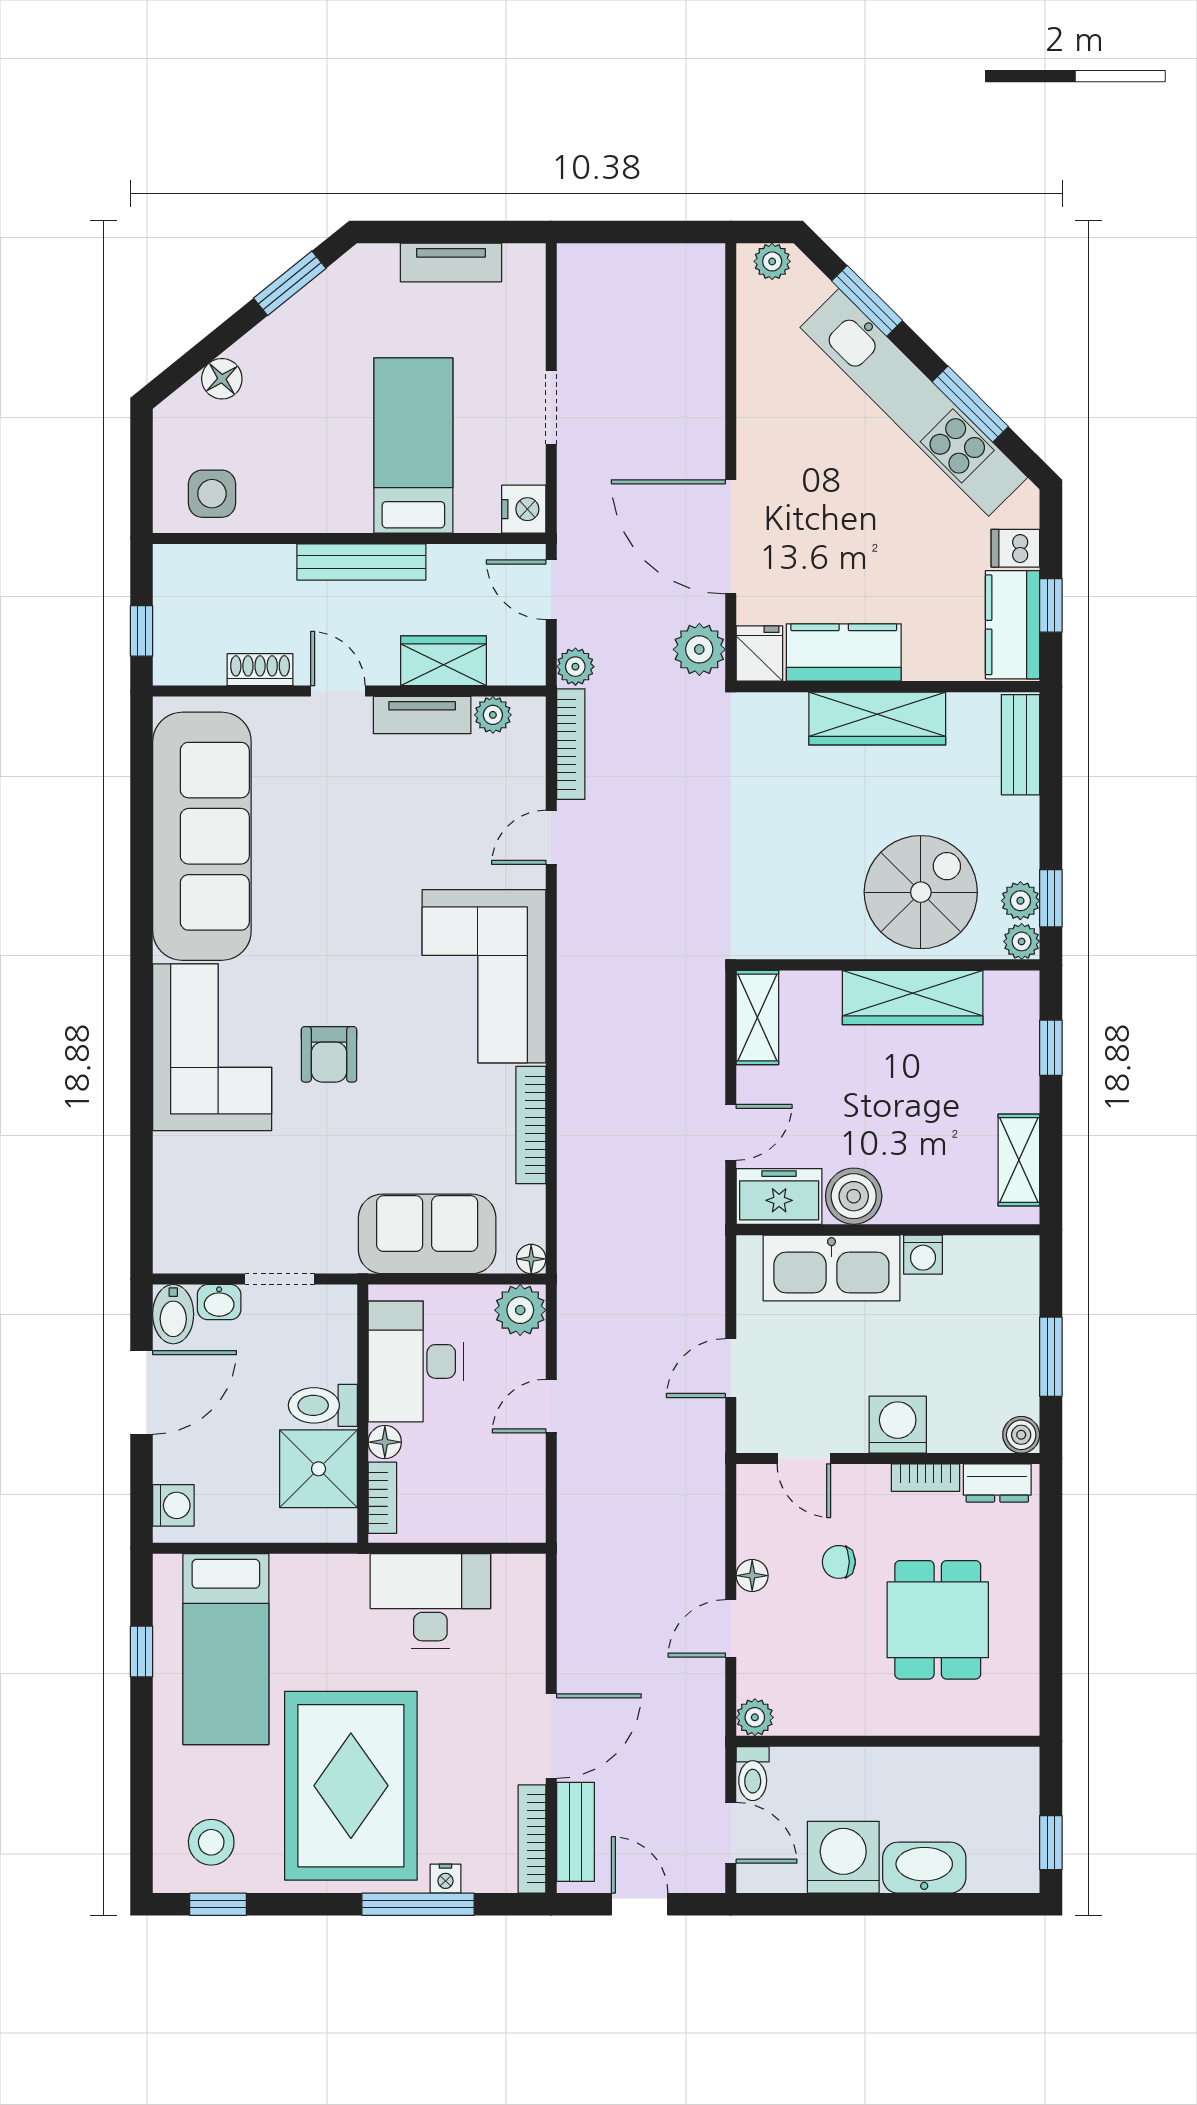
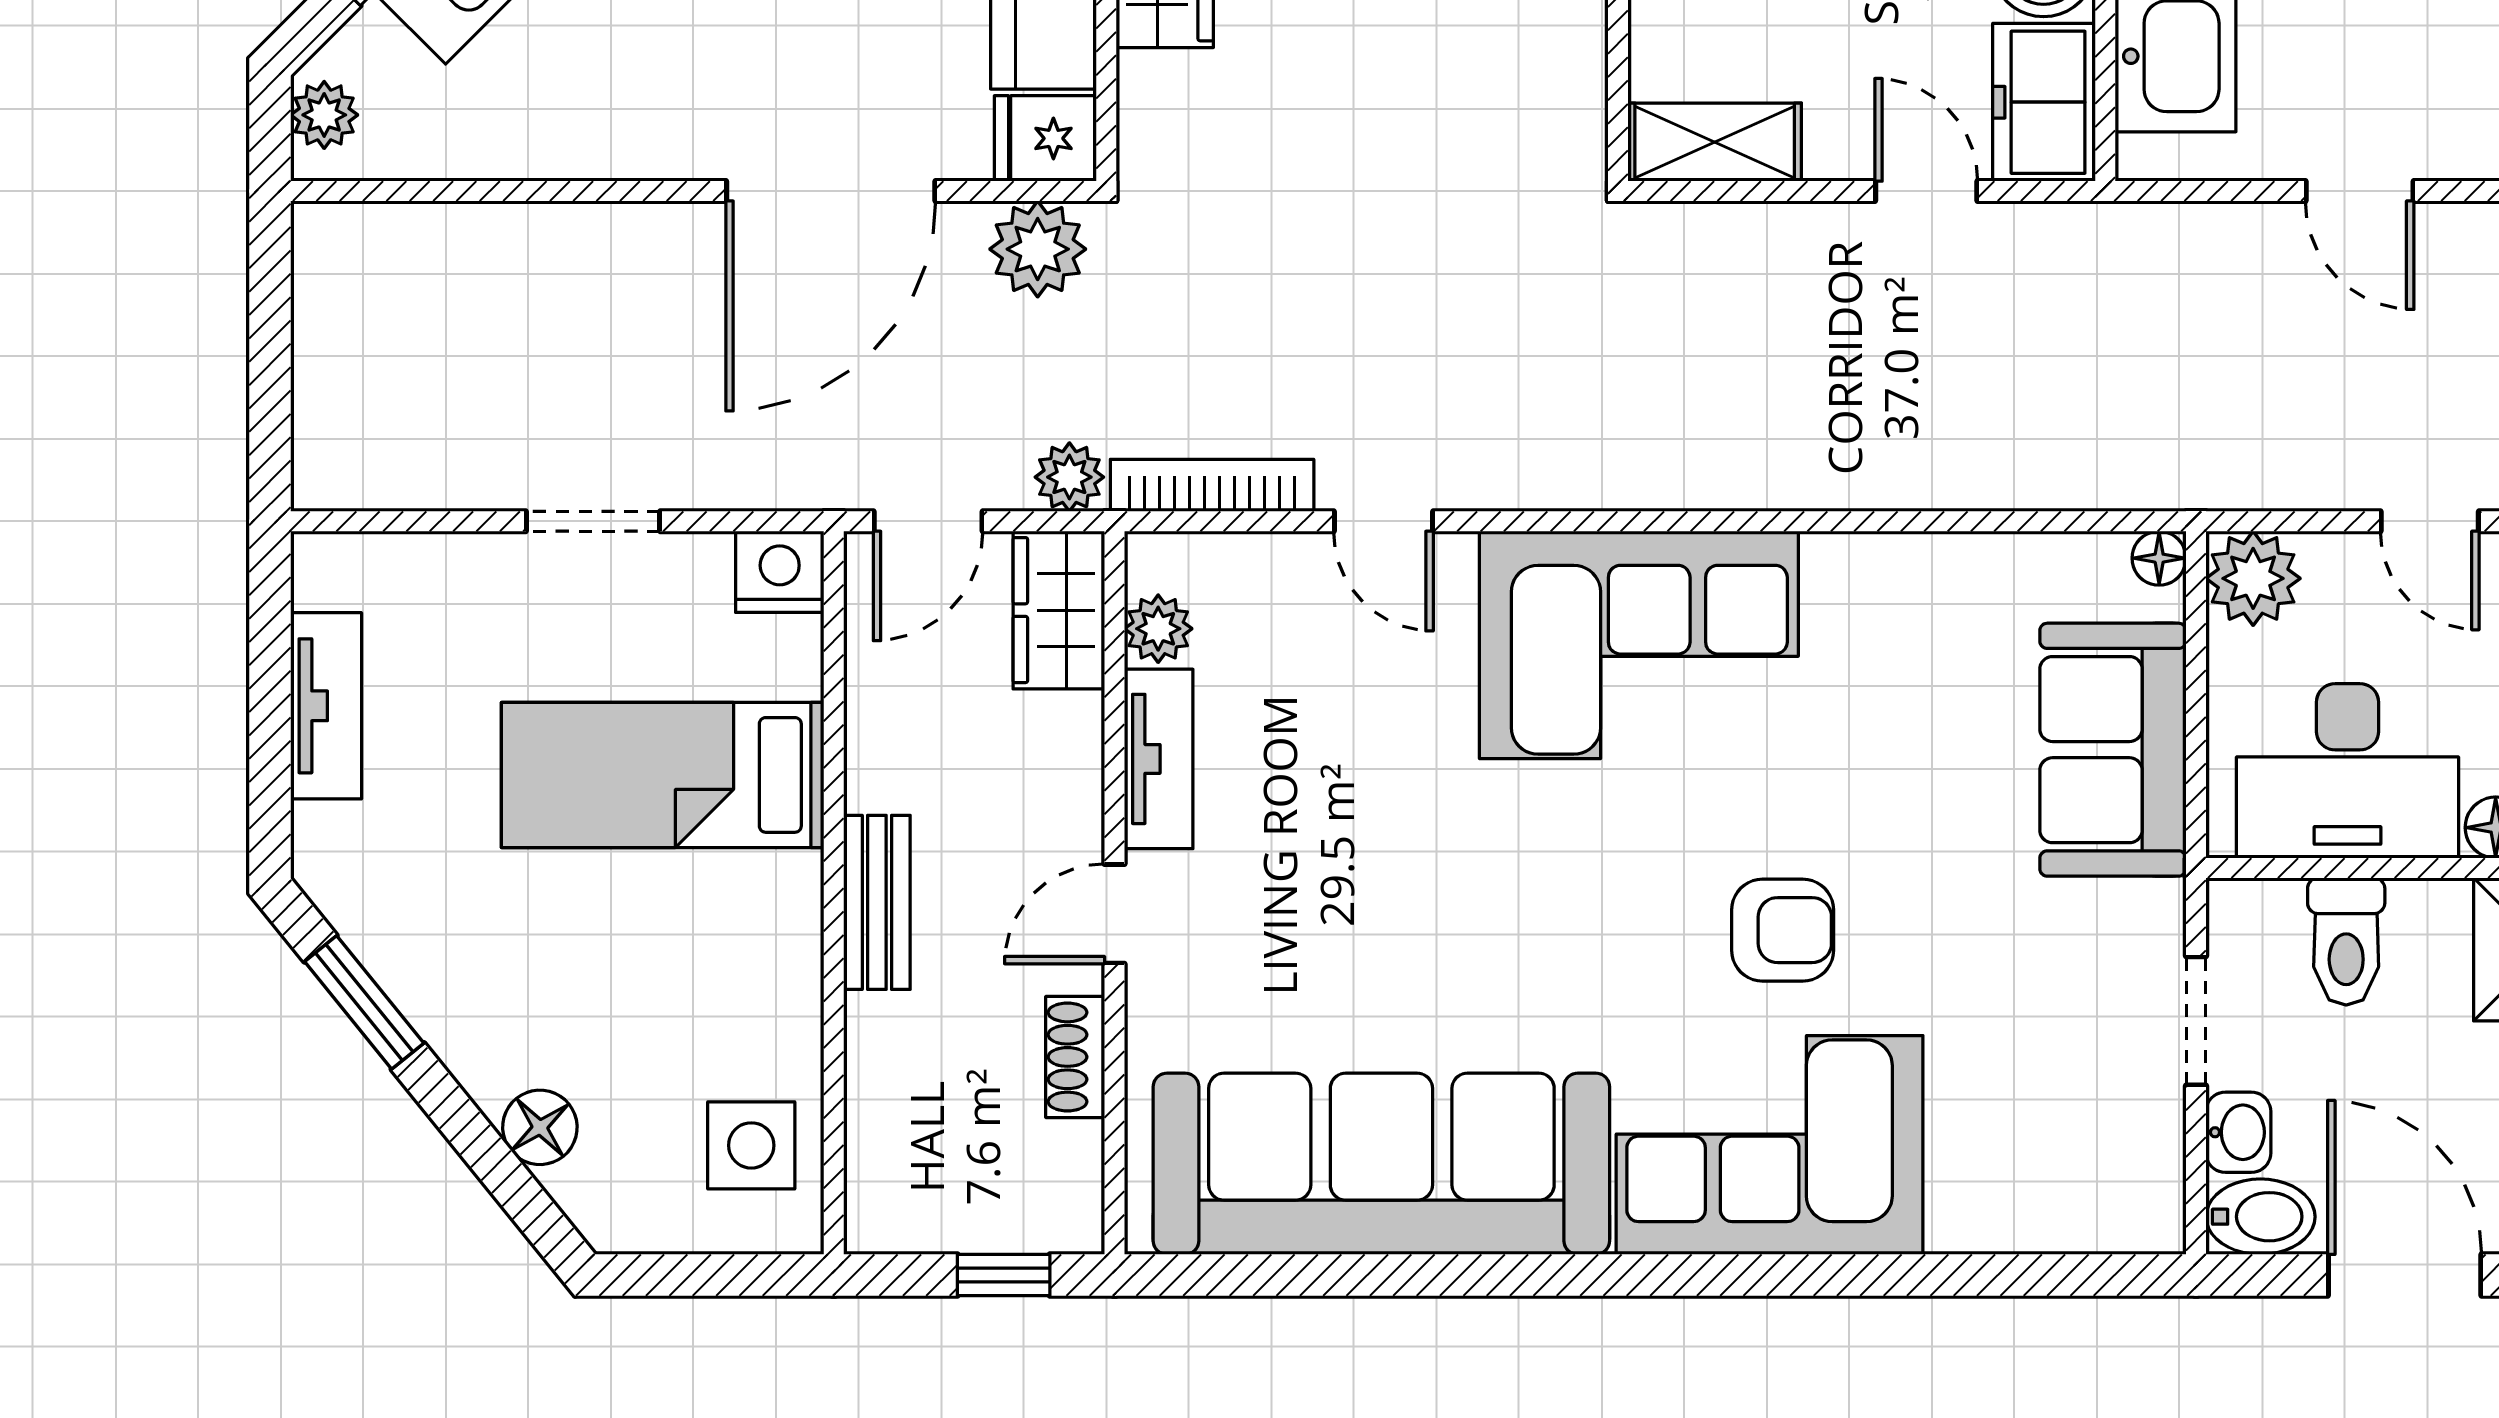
bench: (361, 562) -> (877, 902), width x0.73
wardrobe: (444, 661) -> (1059, 610), moved
bookcase: (531, 1125) -> (1913, 559), removed
toilet: (323, 1405) -> (2346, 942), moved

